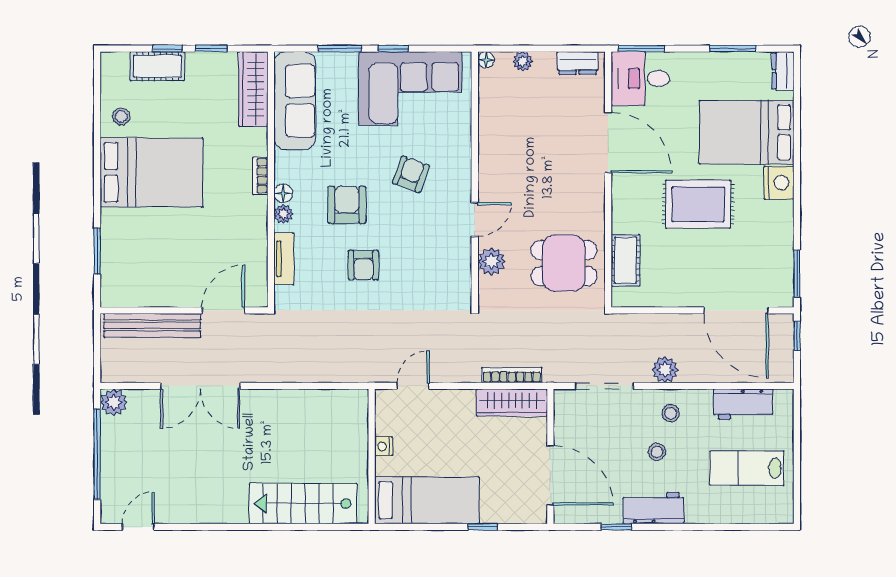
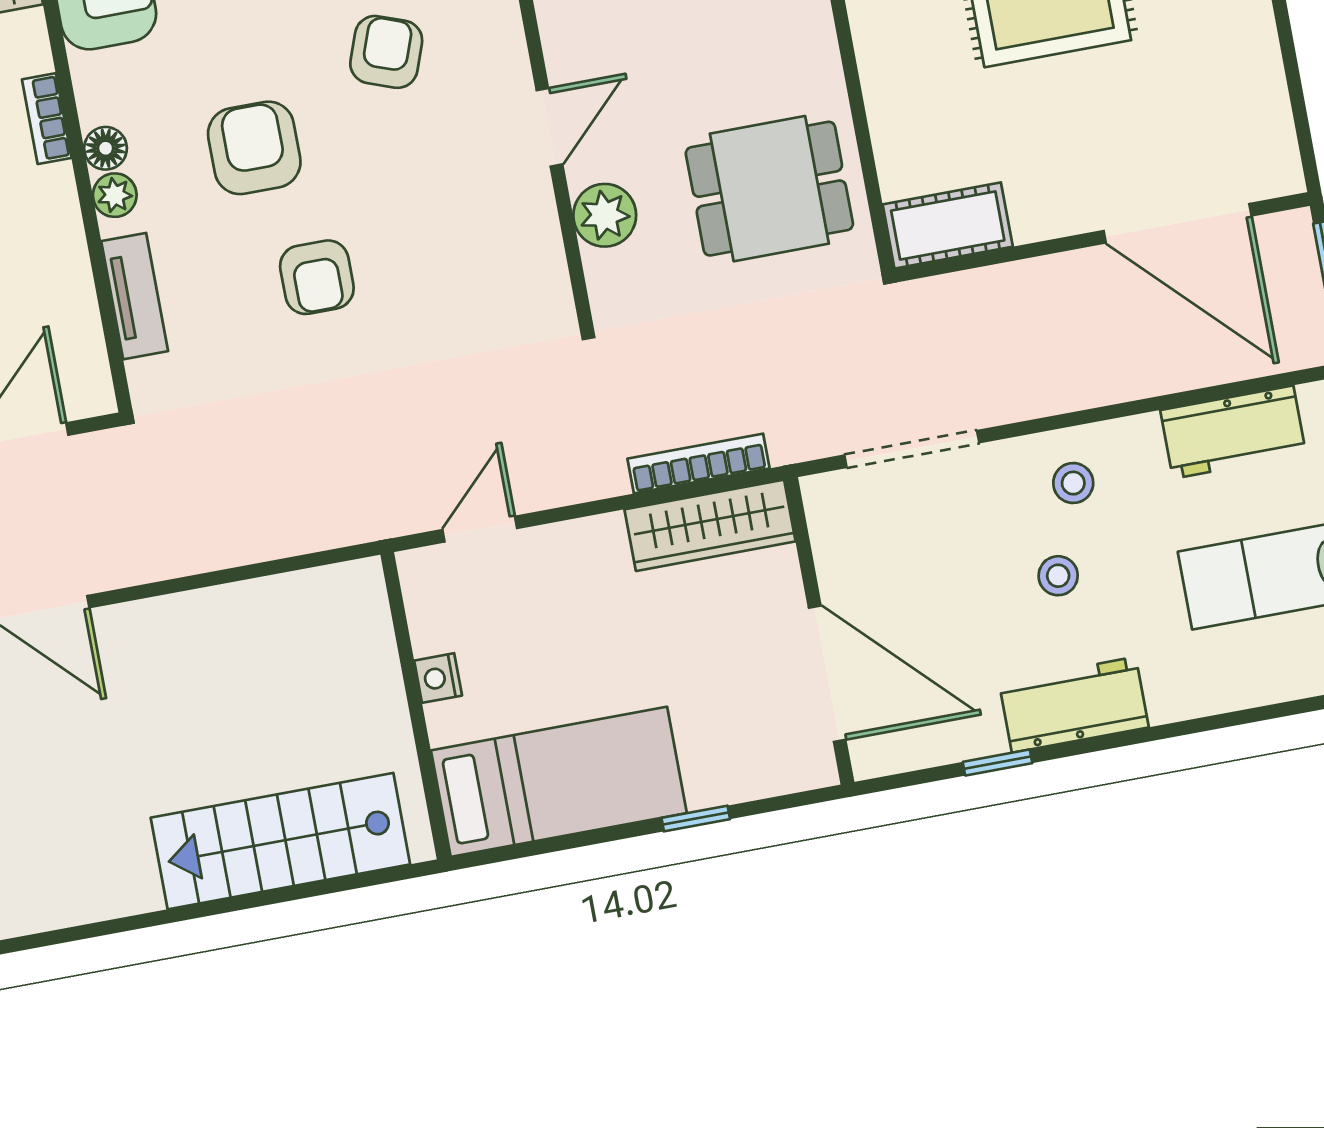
cot: (625, 260) -> (948, 225), moved, turned 90
window: (797, 273) -> (1300, 114), removed
plant: (665, 370) -> (1042, 387), removed

